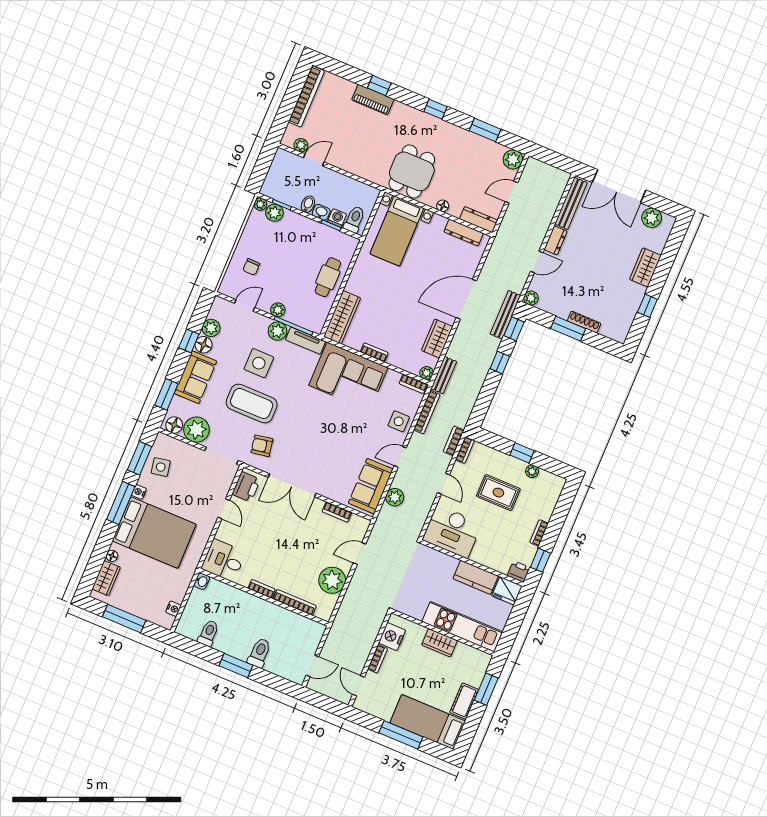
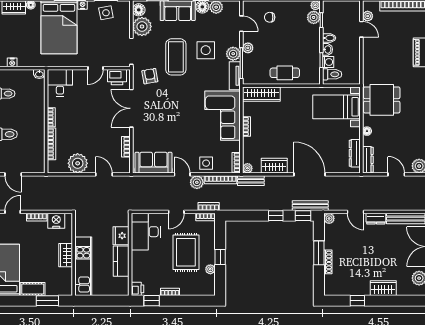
rug: (498, 493) -> (186, 252), width x1.36, depth x1.43
plant: (395, 497) -> (197, 182), moved
fridge: (507, 591) -> (121, 236), moved

